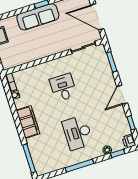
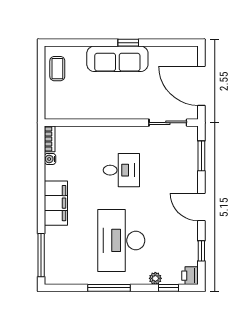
desk: (63, 87) -> (121, 170), turned 90
door: (122, 95) -> (201, 207), hinge flipped
desk: (78, 133) -> (121, 240), width x1.36, depth x1.30

